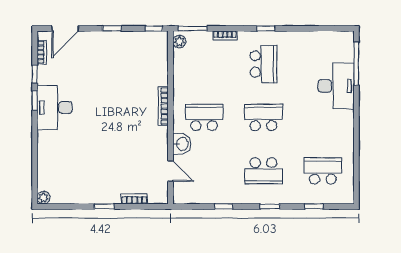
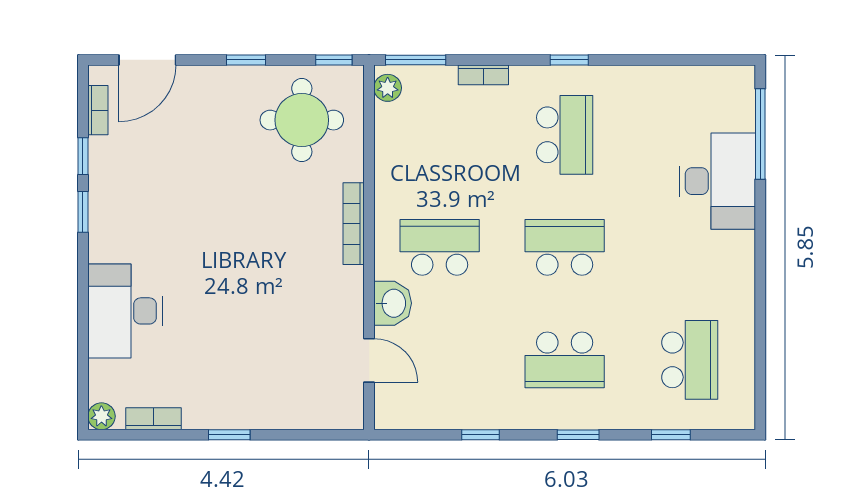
round table: (139, 57) -> (302, 120), added
desk: (55, 108) -> (125, 311), moved
school desk: (323, 171) -> (690, 360), turned 90
bookcase: (134, 199) -> (153, 419), moved

